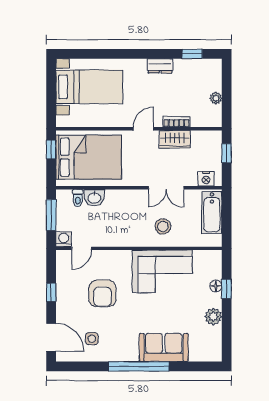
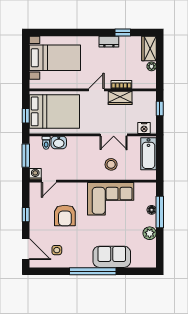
window: (192, 54) -> (123, 33), moved
wardrobe: (212, 75) -> (149, 49), added
window: (51, 149) -> (26, 116), moved
window: (227, 289) -> (160, 212), width x2.17

